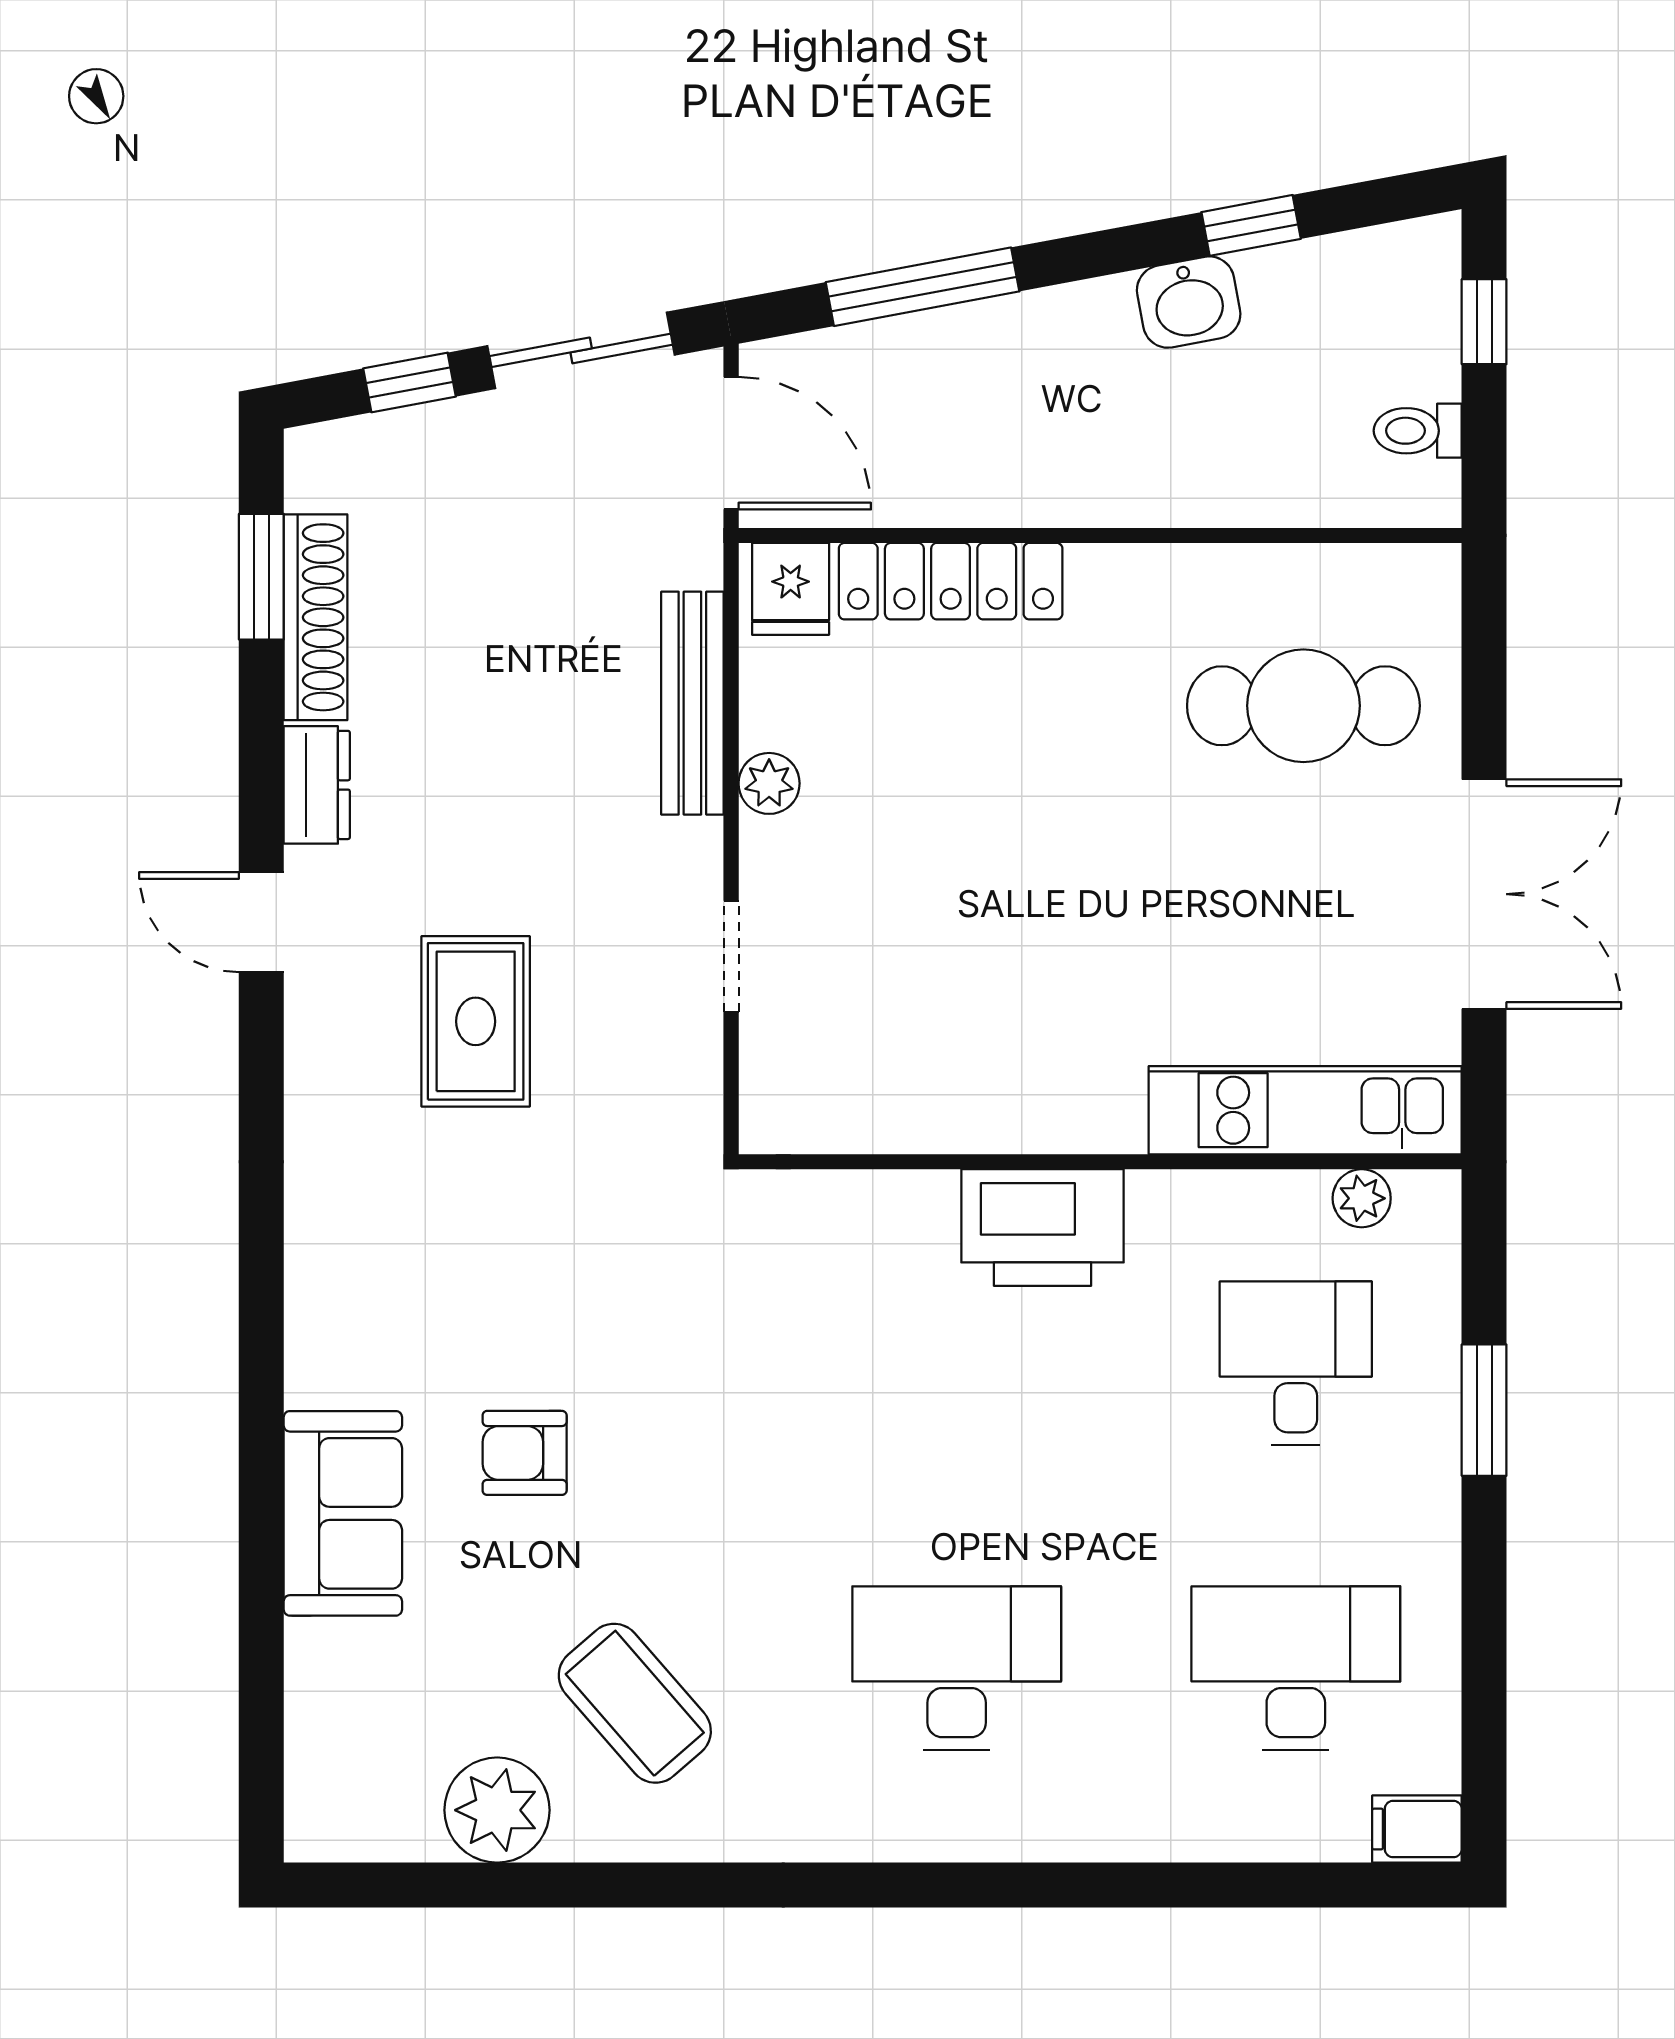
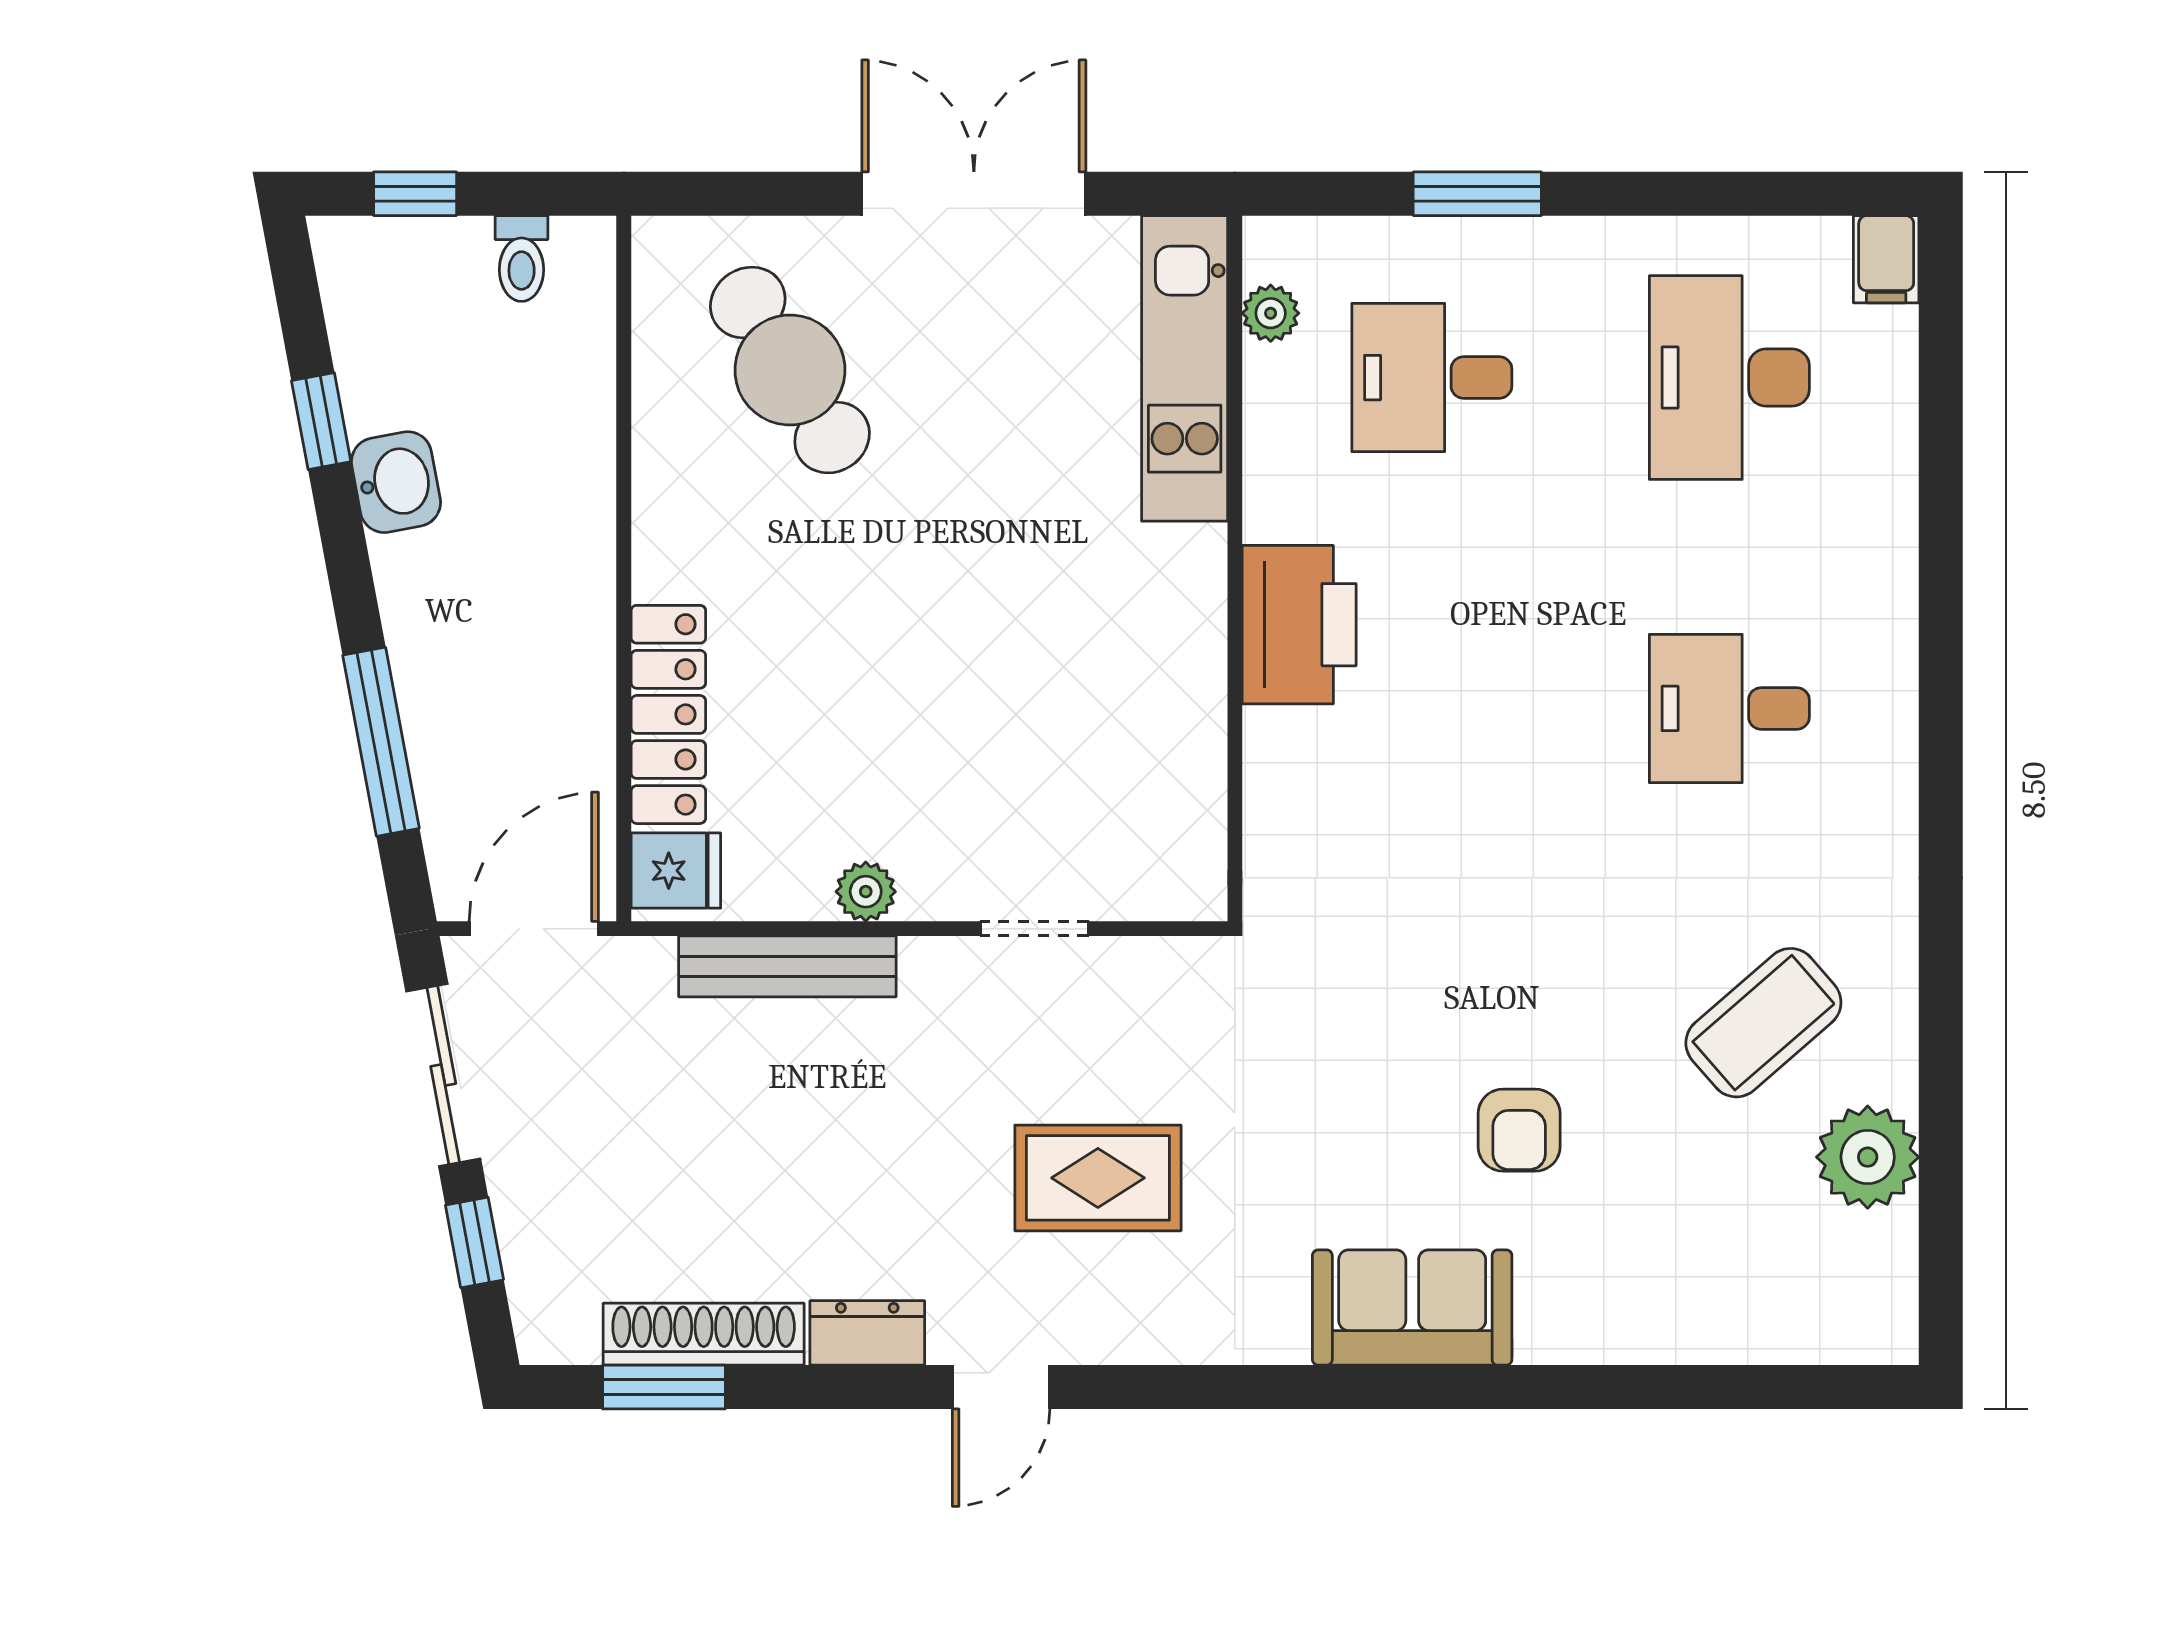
cafe table: (1303, 706) -> (790, 370), turned -32
sofa: (343, 1513) -> (1412, 1308), moved
desk: (957, 1668) -> (1729, 708), width x0.73

